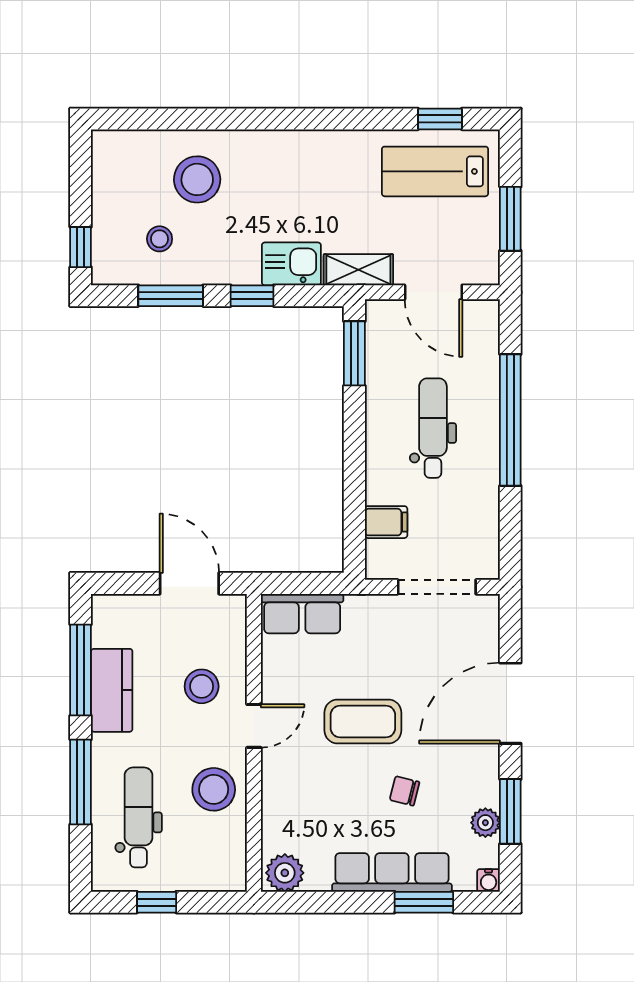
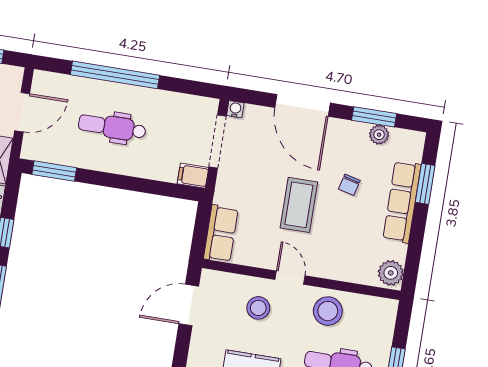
filing cabinet: (386, 522) -> (193, 176), moved, turned -90
water cooler: (489, 880) -> (235, 109), moved, turned -90

